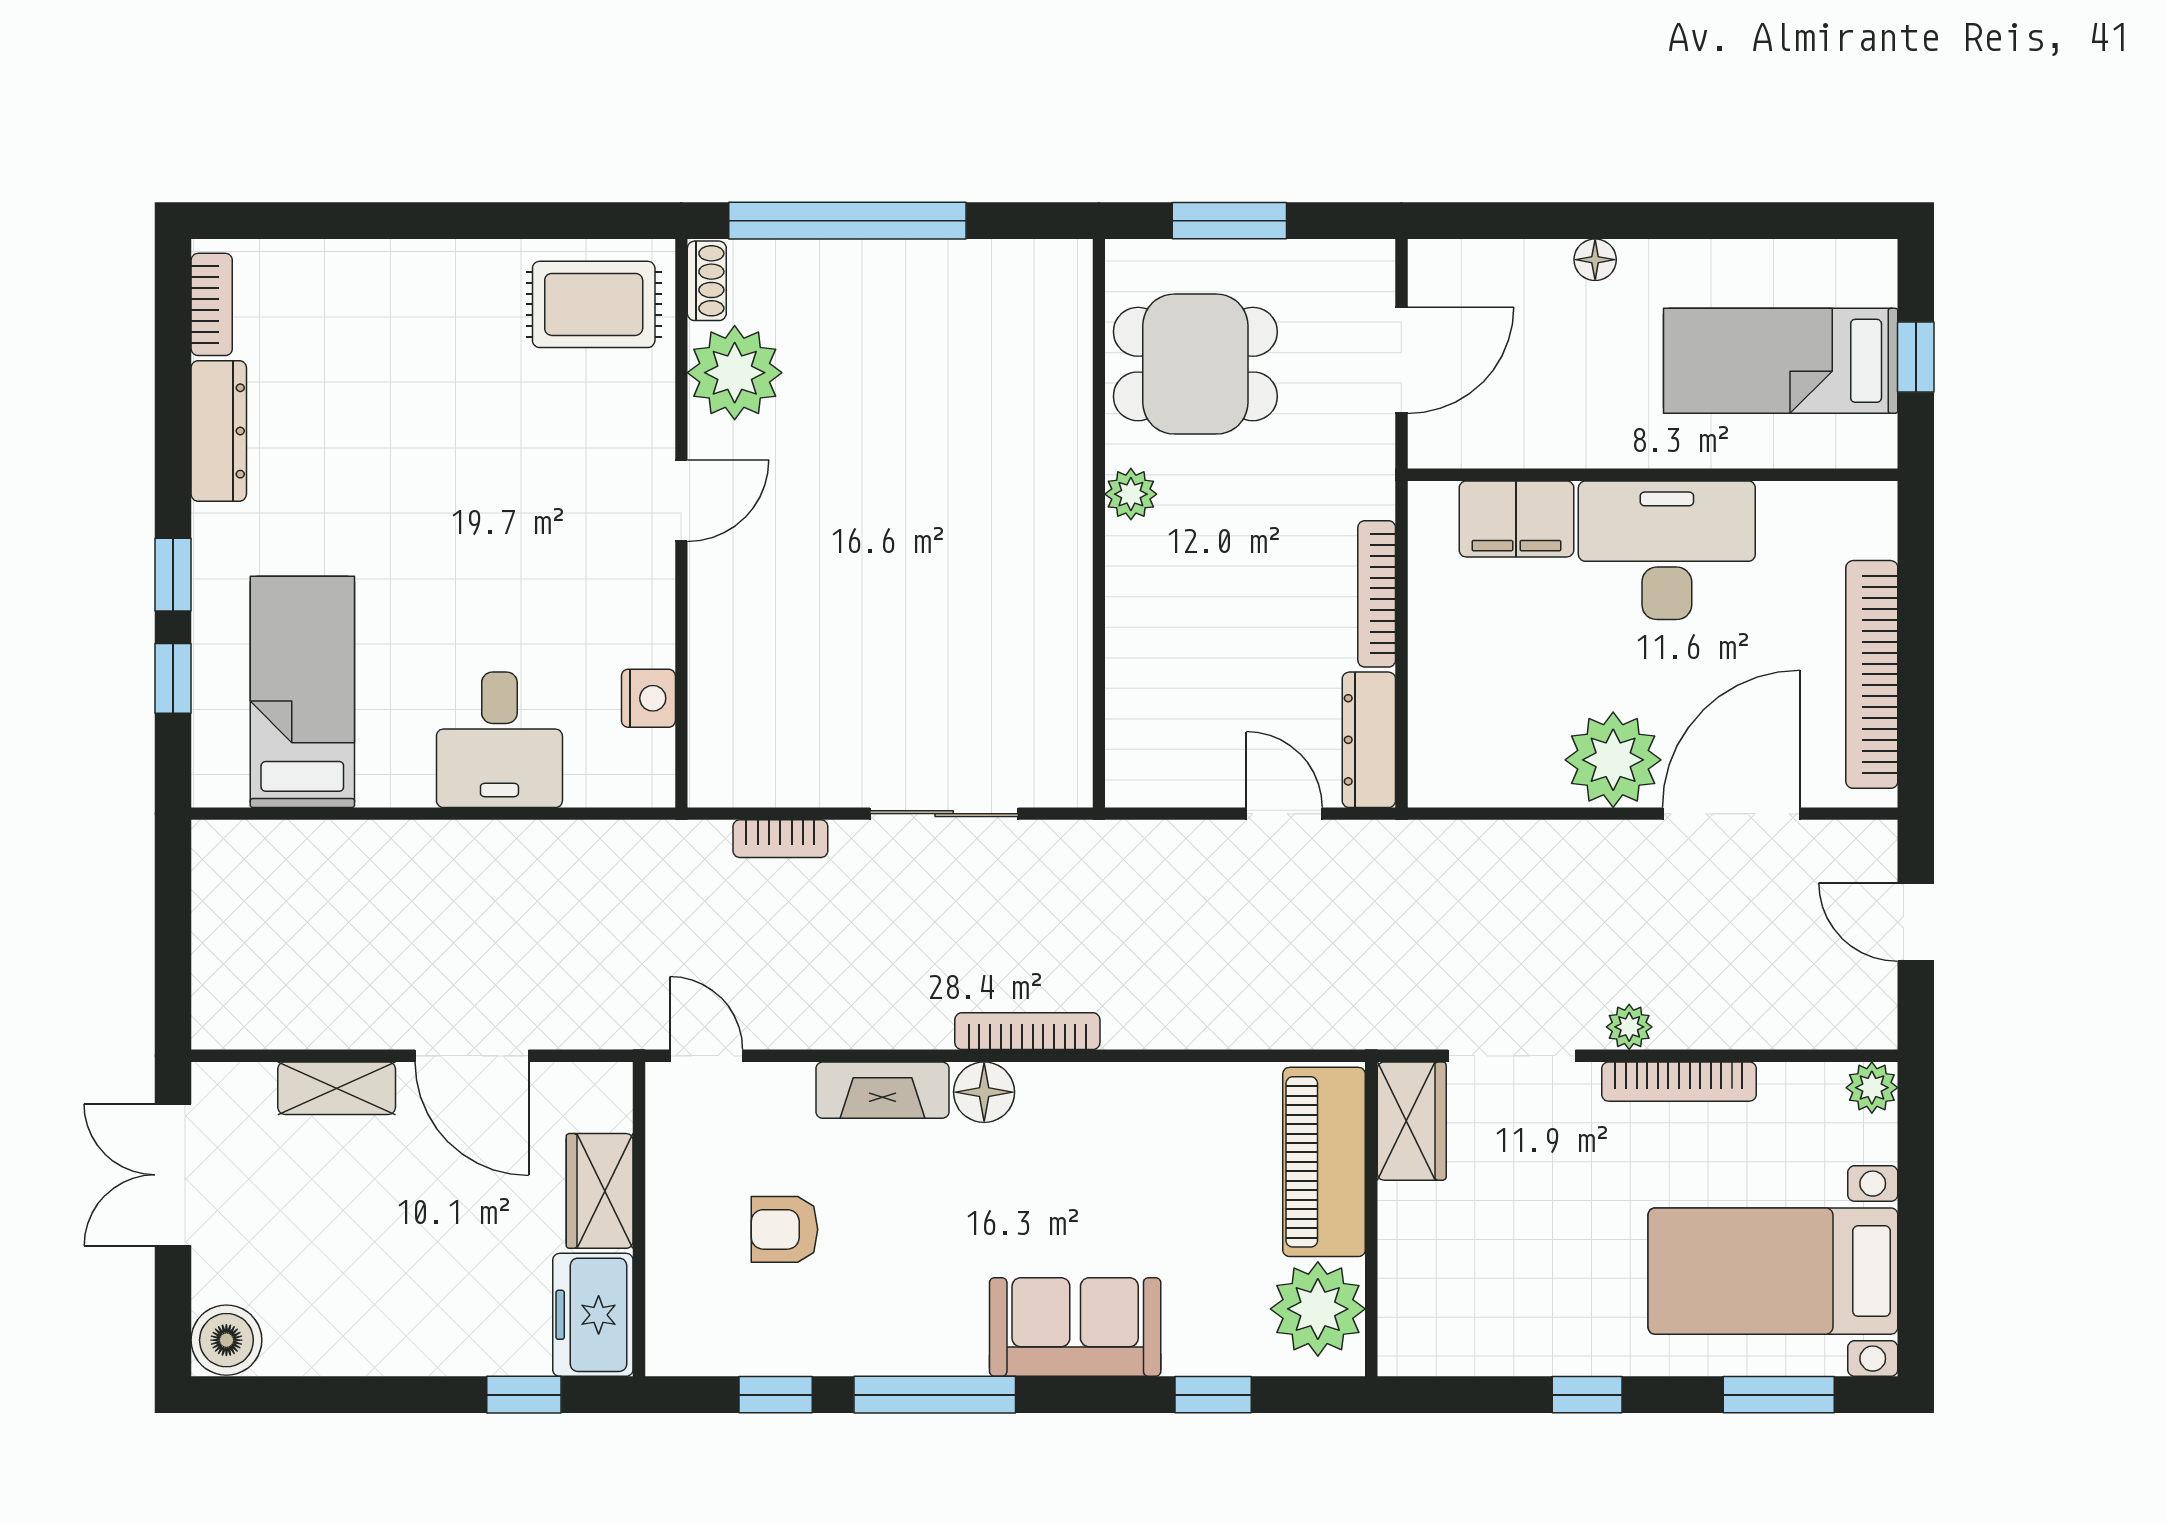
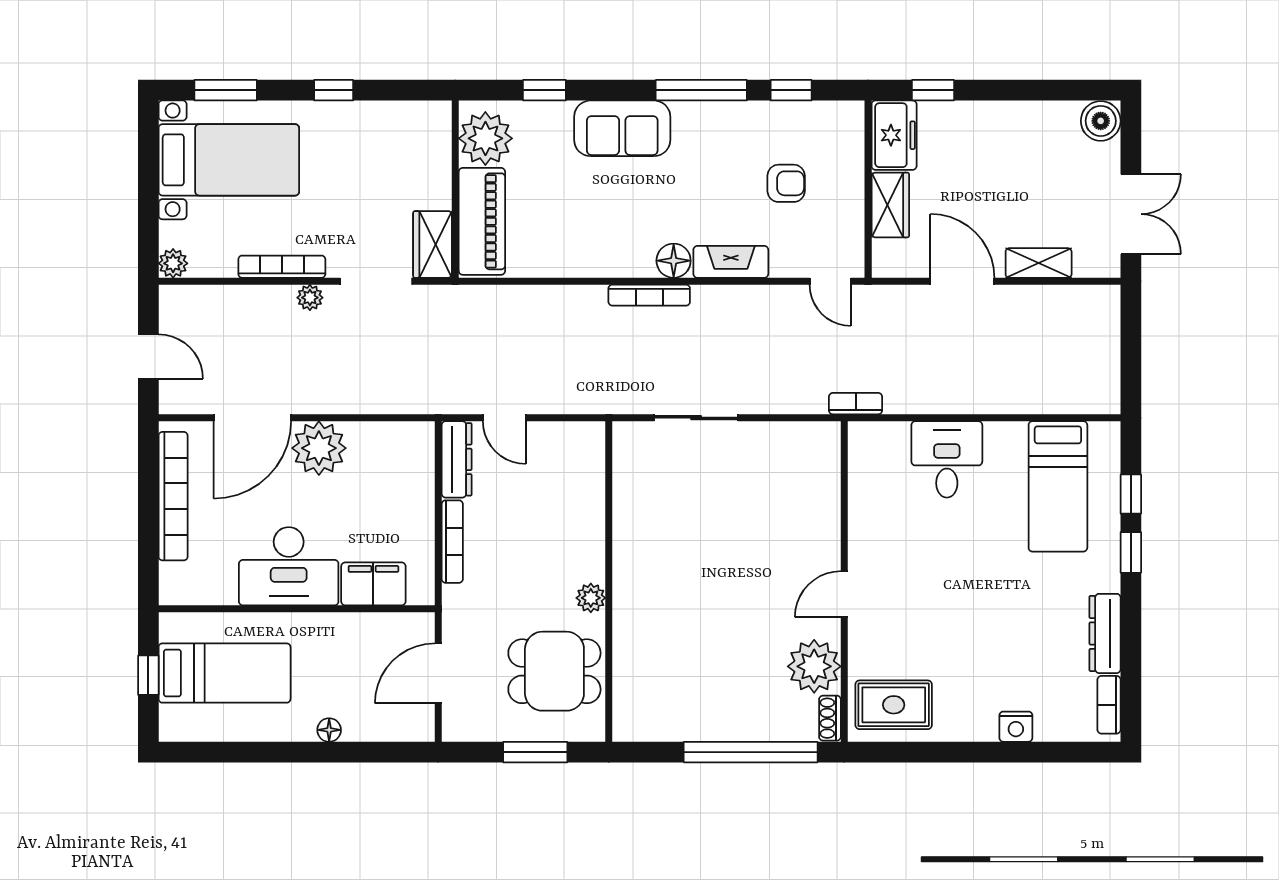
nightstand: (648, 698) -> (1016, 727), moved, turned -90
bookcase: (780, 839) -> (856, 404), moved

